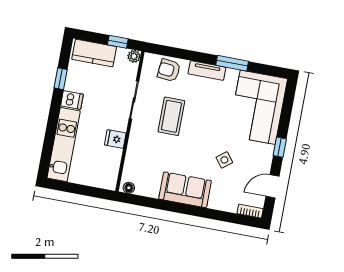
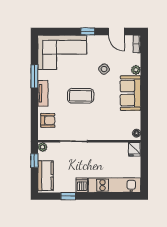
armchair: (169, 70) -> (48, 120), turned -96
coffee table: (171, 116) -> (81, 96), moved
fridge: (115, 139) -> (134, 149), moved
plant: (215, 203) -> (136, 70), added

